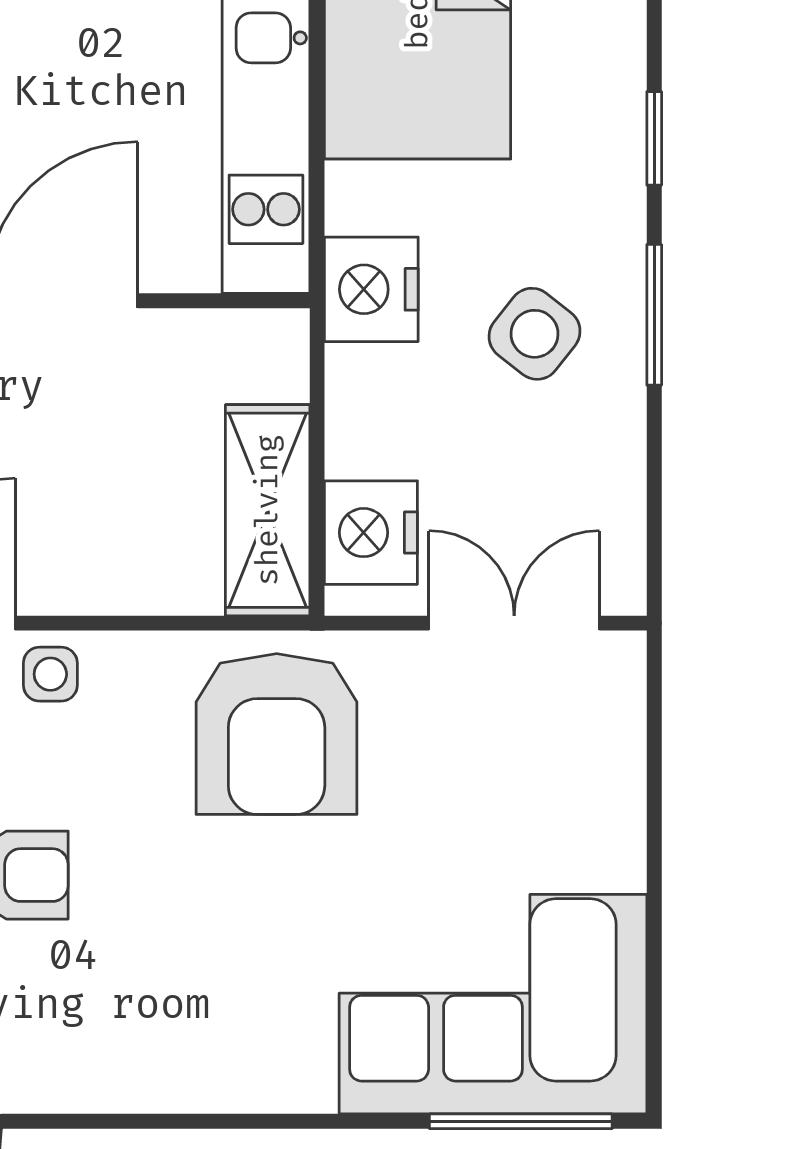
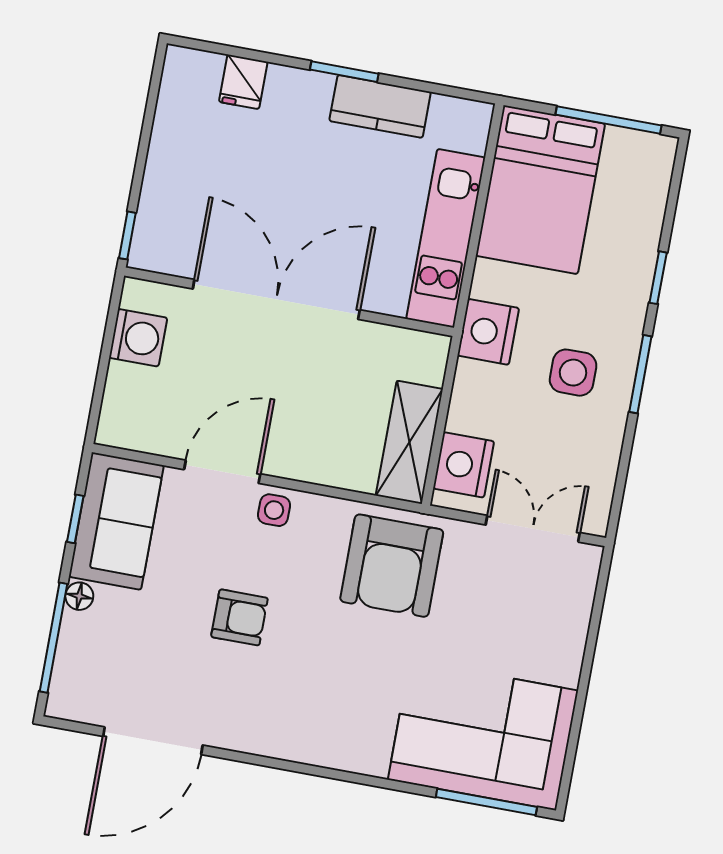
side table: (535, 334) -> (573, 373), turned -38

